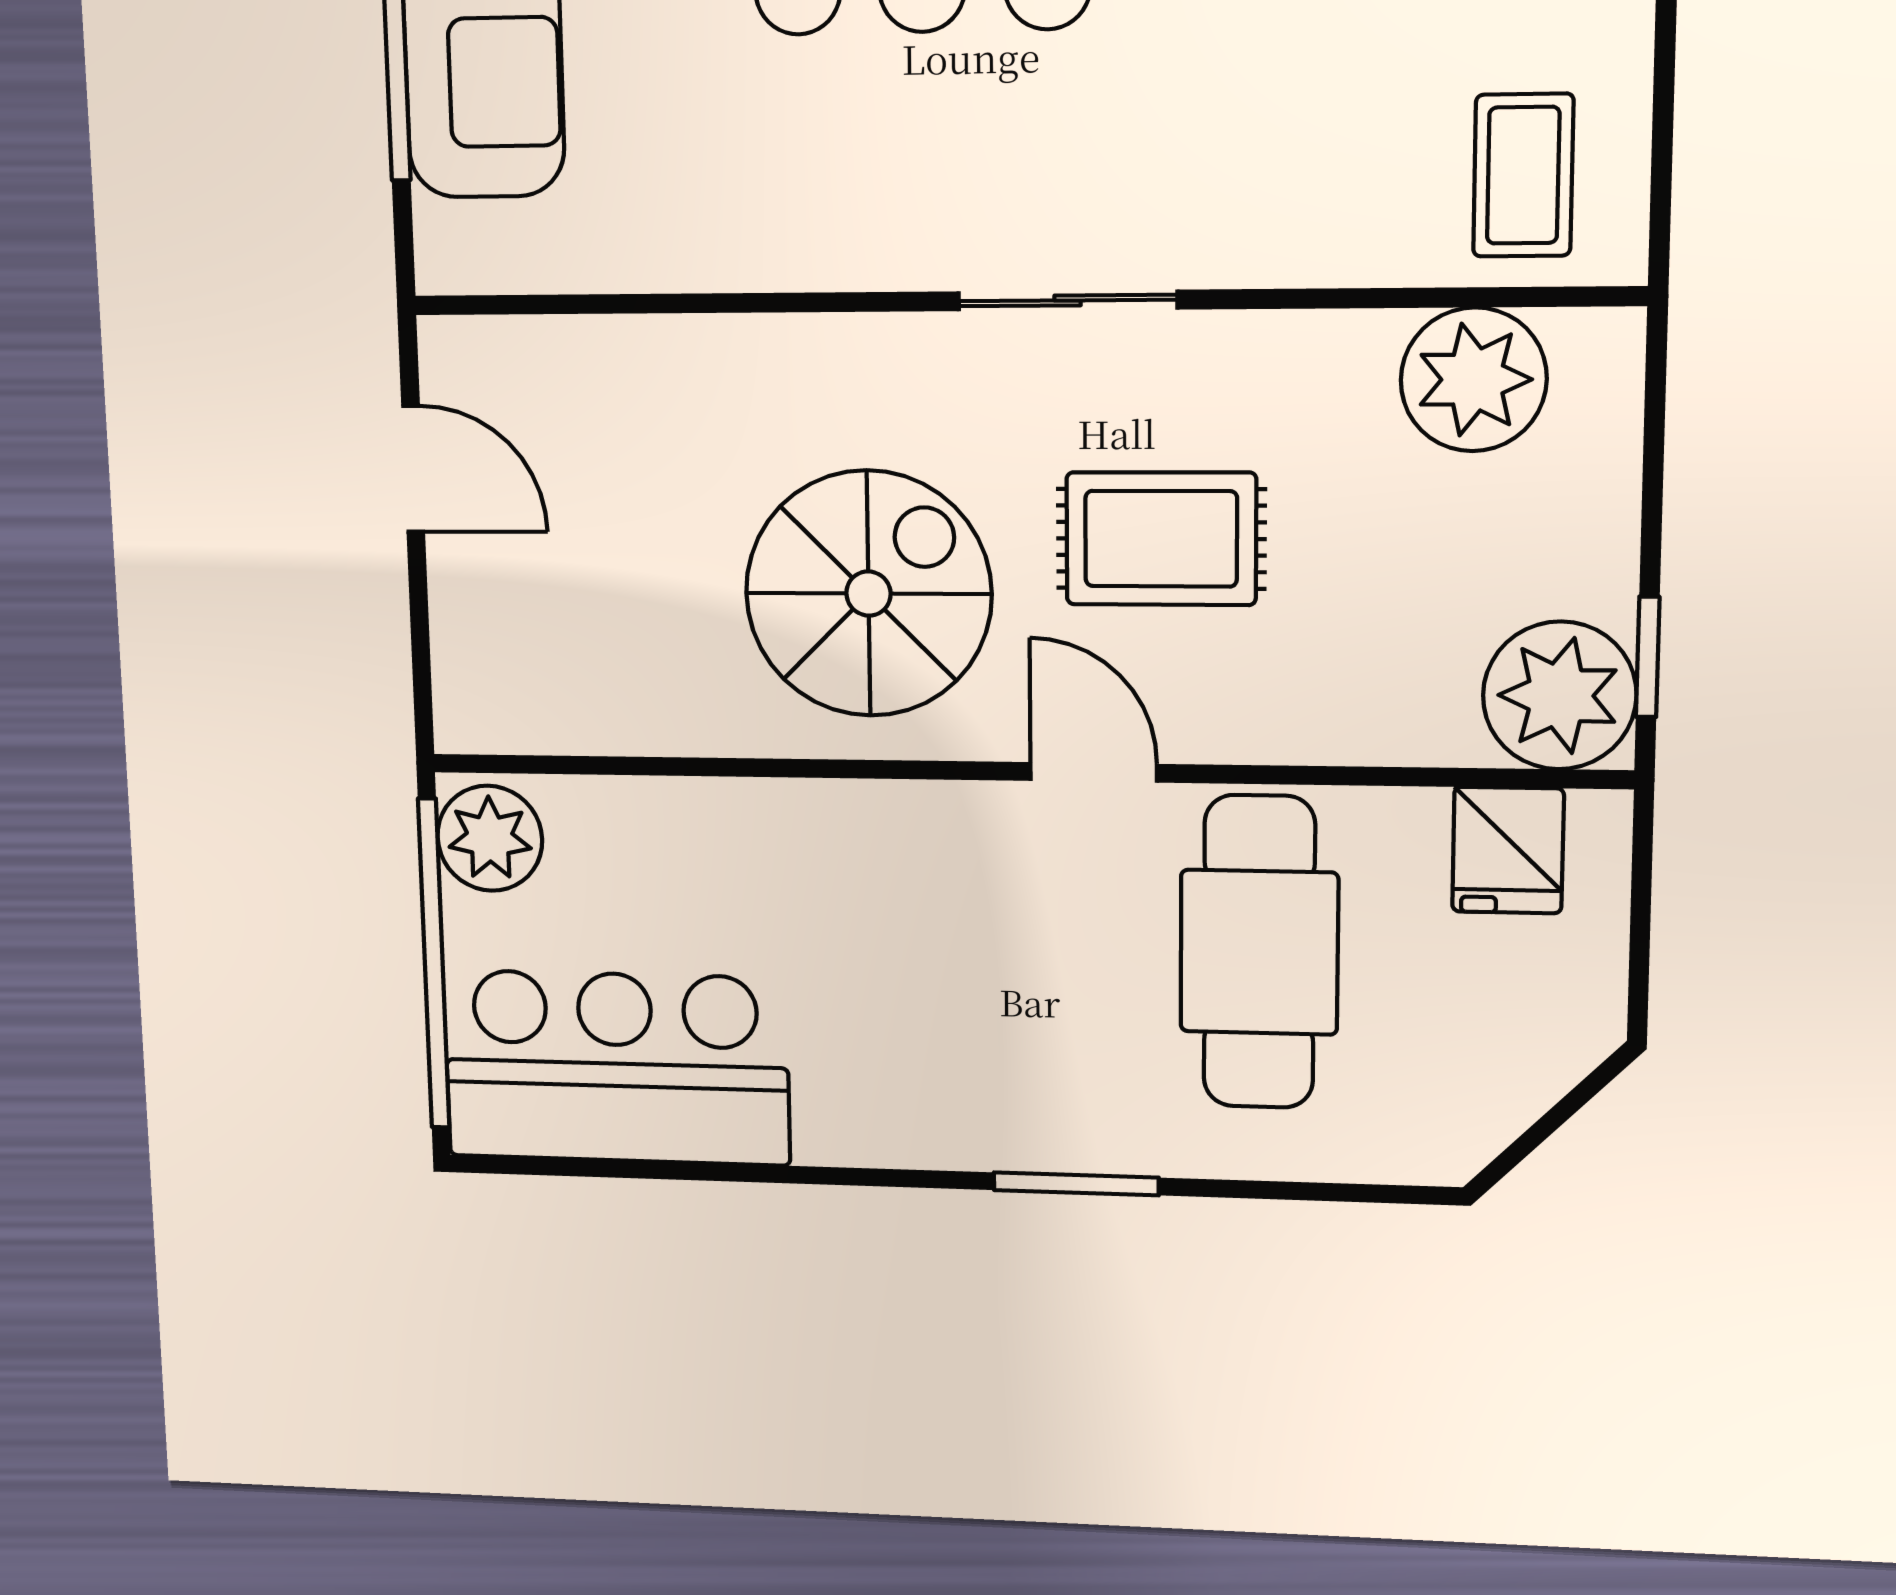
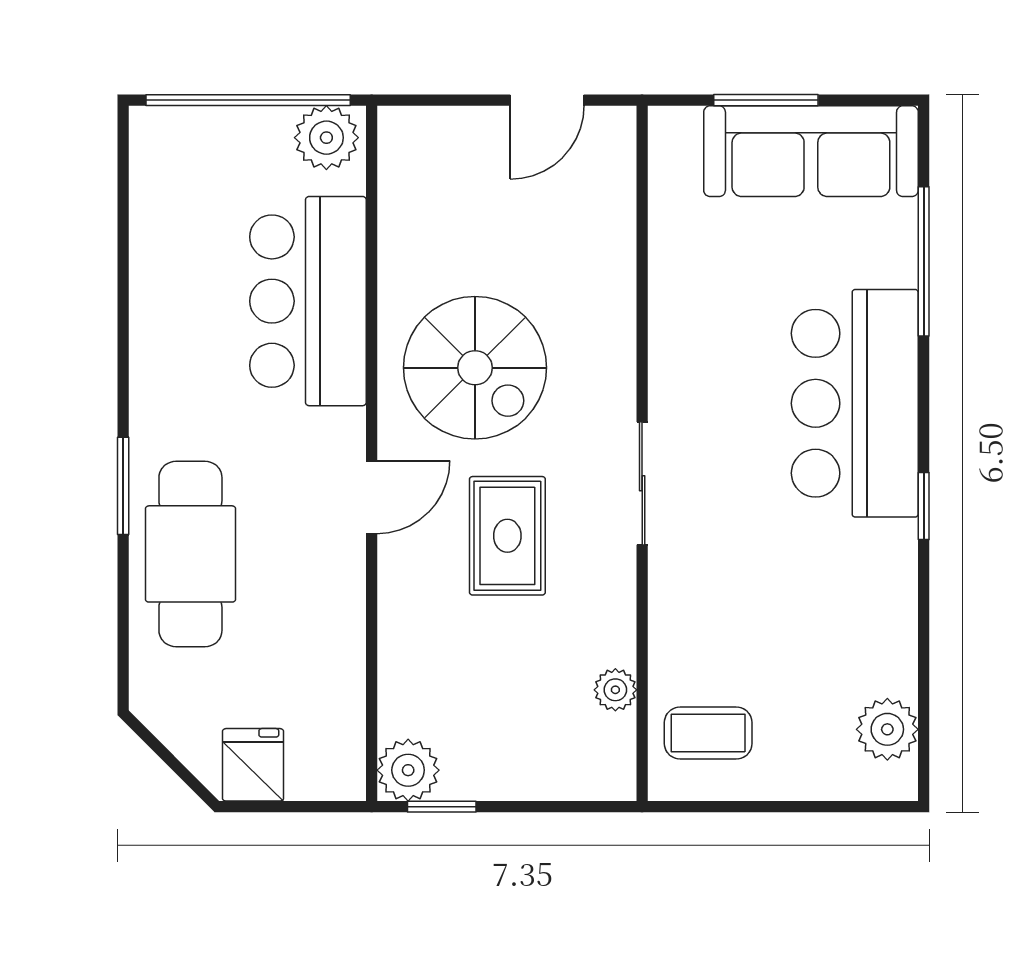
plant: (1474, 380) -> (615, 690), width x0.53, depth x0.53
plant: (1560, 696) -> (408, 770), width x0.73, depth x0.73
fridge: (1508, 850) -> (253, 765), moved, turned 90
cafe table: (1259, 952) -> (190, 554), moved, turned 90
bar counter: (616, 1067) -> (308, 301), moved, turned 180

